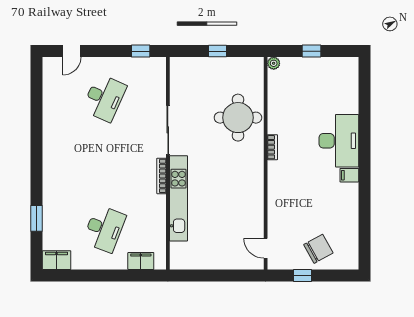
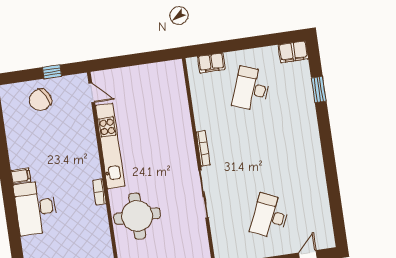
kitchen unit: (178, 198) -> (110, 146), moved, turned 180

